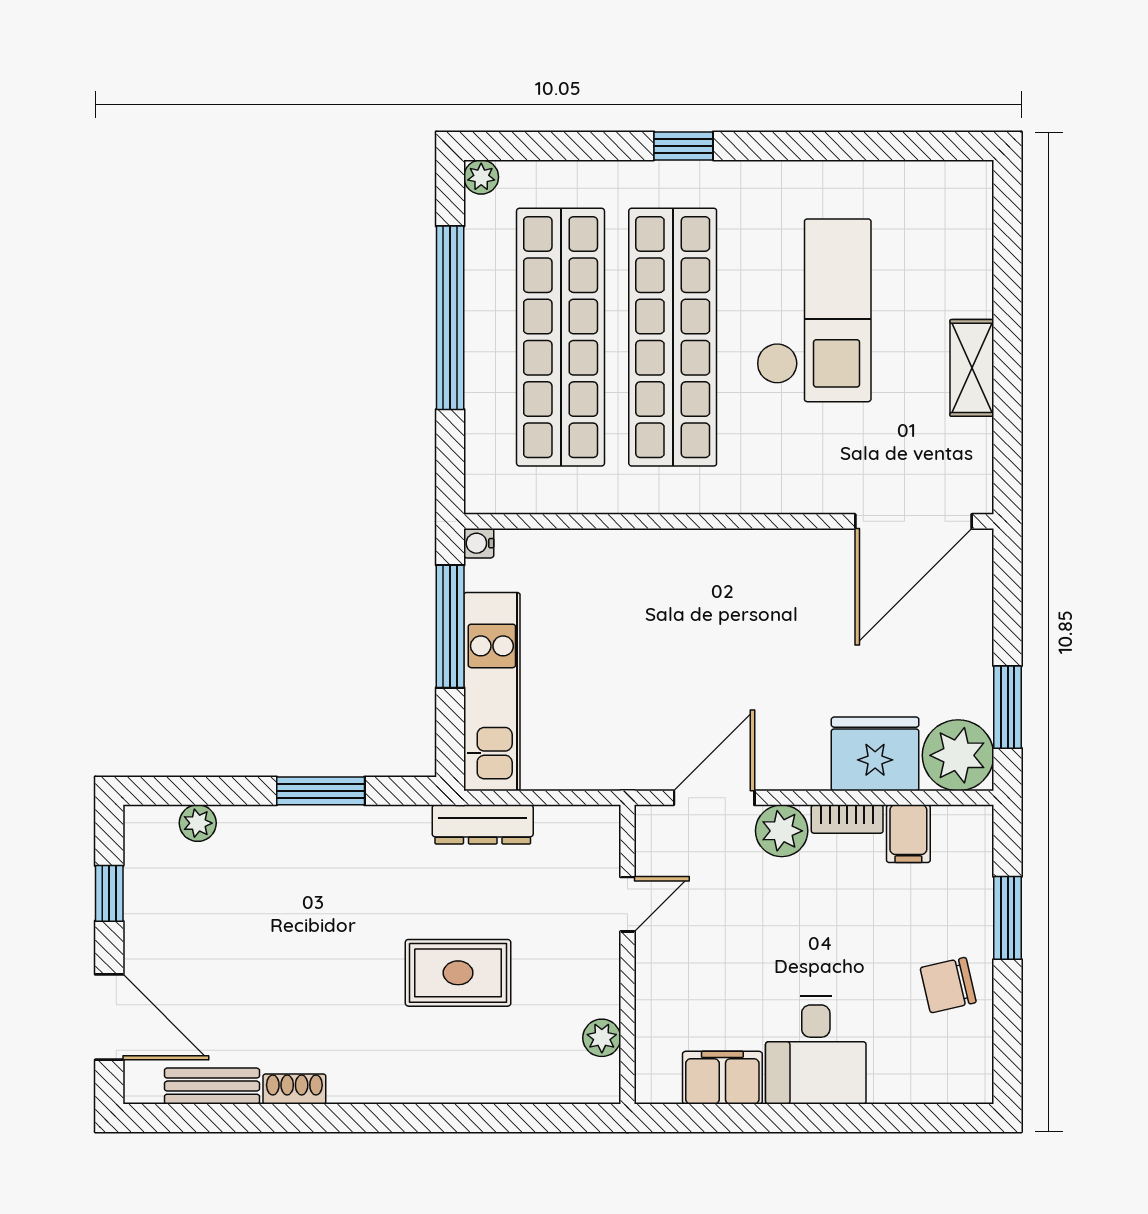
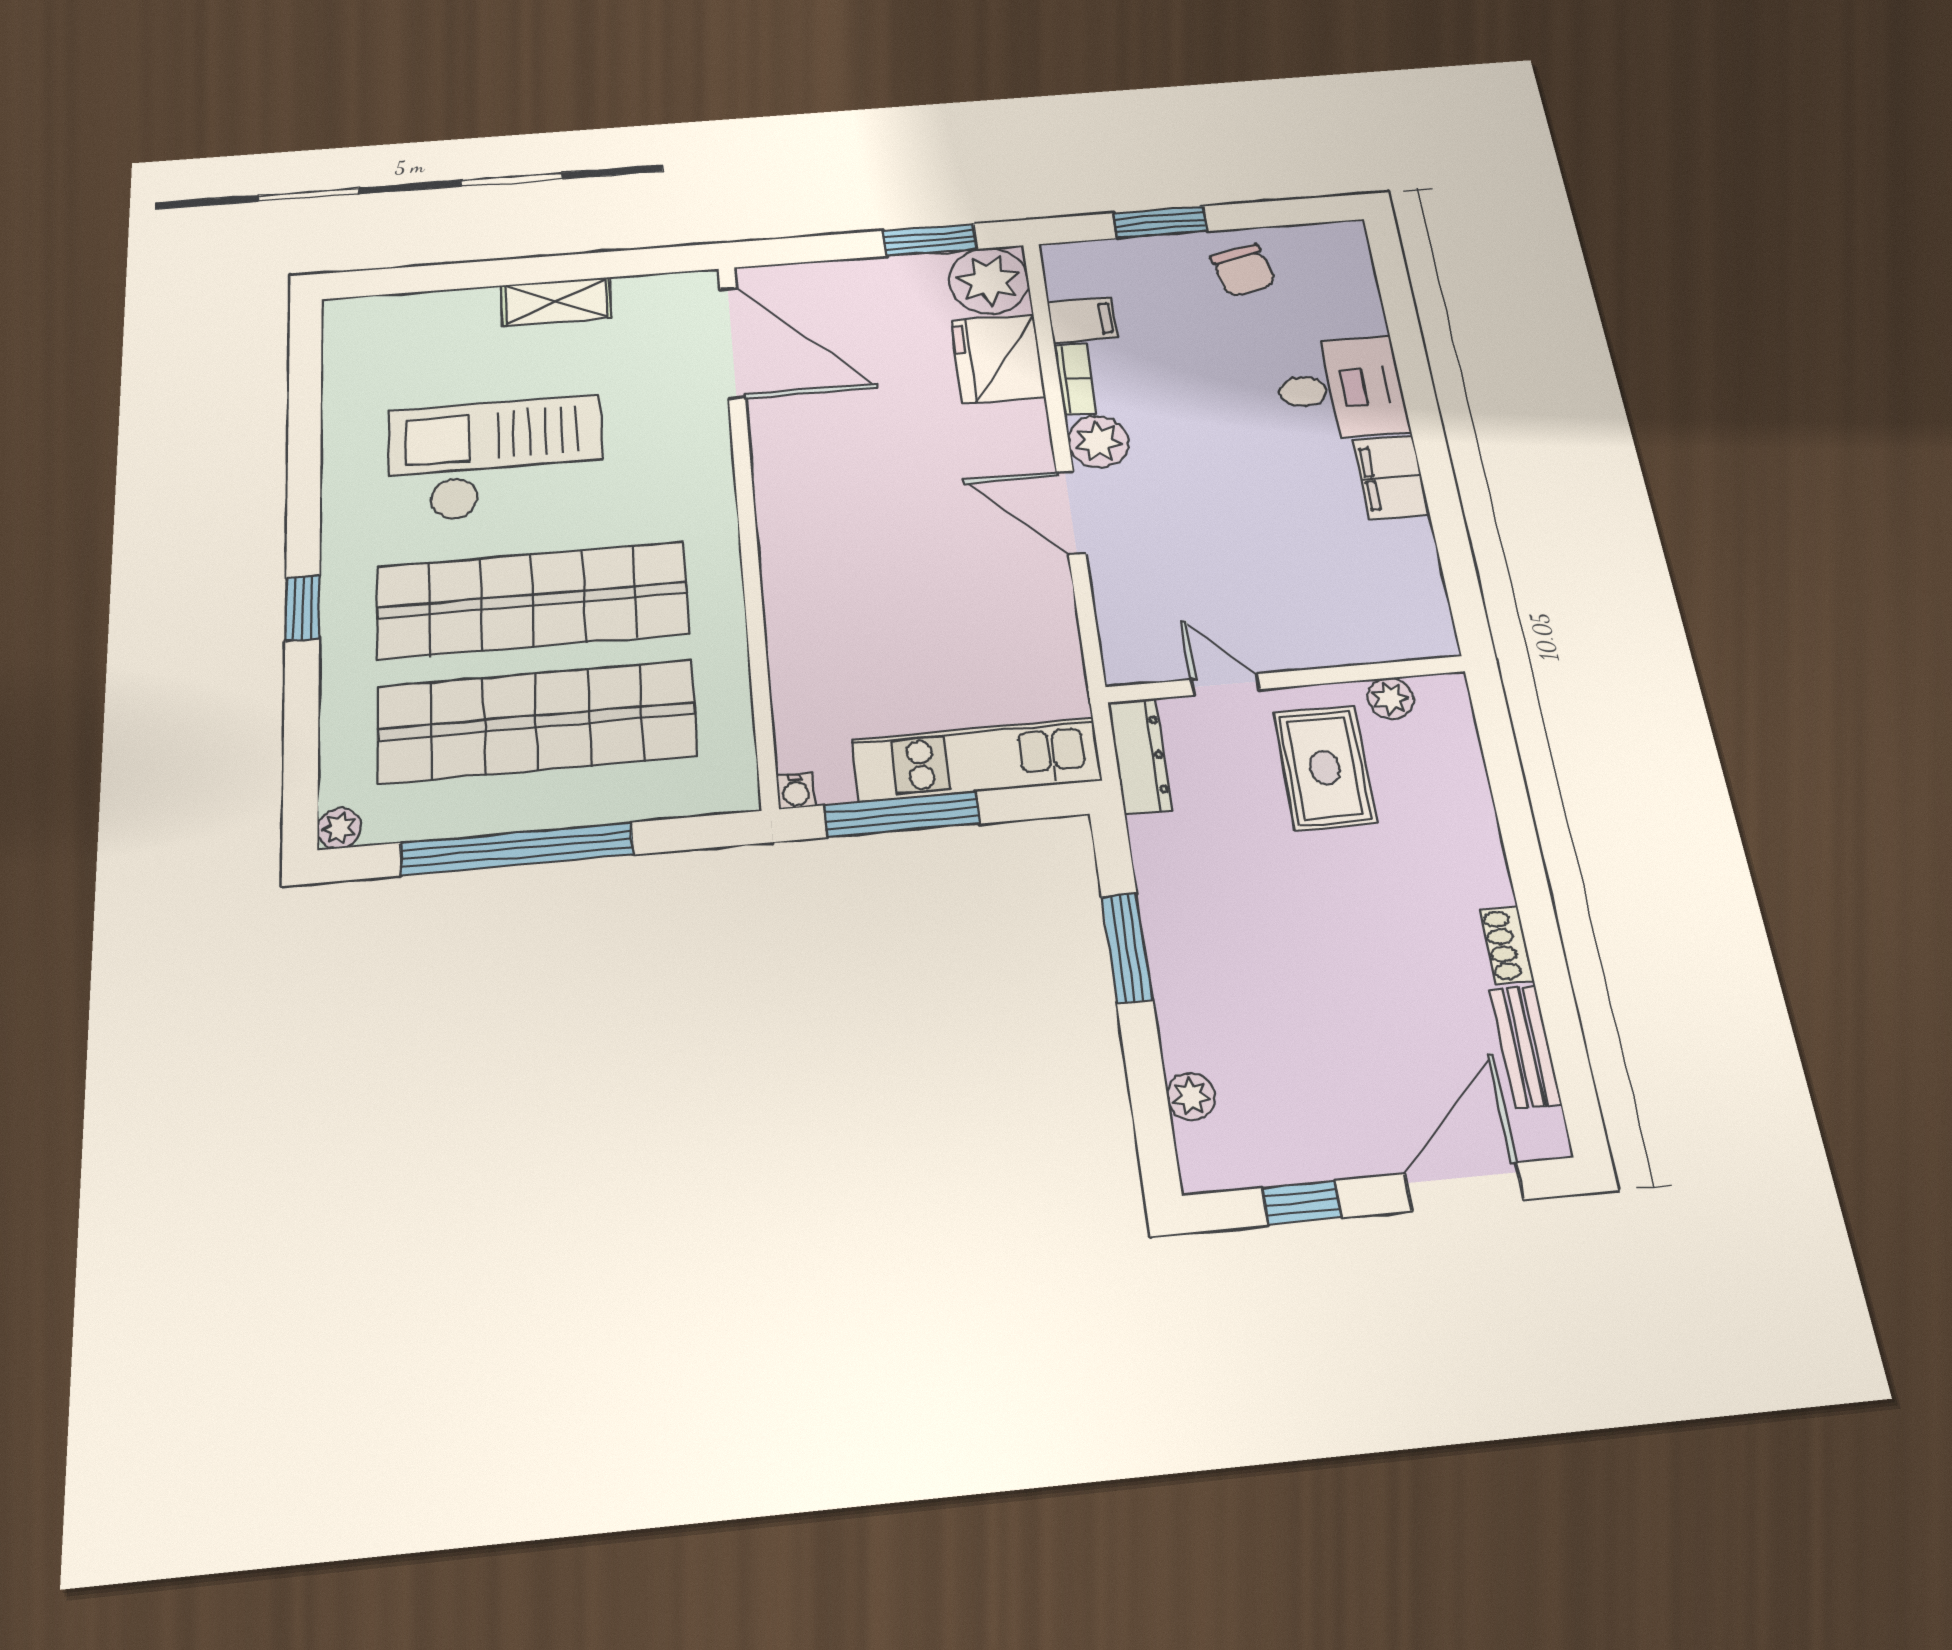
door: (627, 904) -> (1226, 684), moved
wall: (627, 954) -> (1286, 679), moved
plant: (602, 1038) -> (1391, 698), moved

